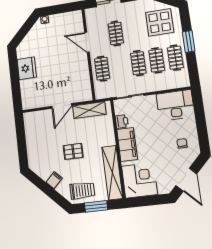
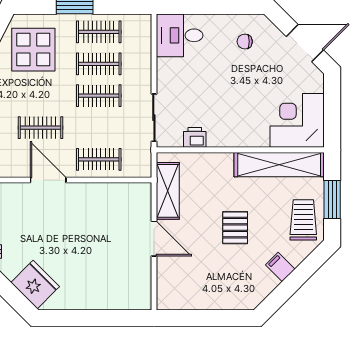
door: (87, 42) -> (48, 180), swing flipped
fridge: (27, 68) -> (35, 285), moved, turned 45
desk: (175, 105) -> (180, 35), width x0.73
filing cabinet: (127, 144) -> (235, 133), removed

